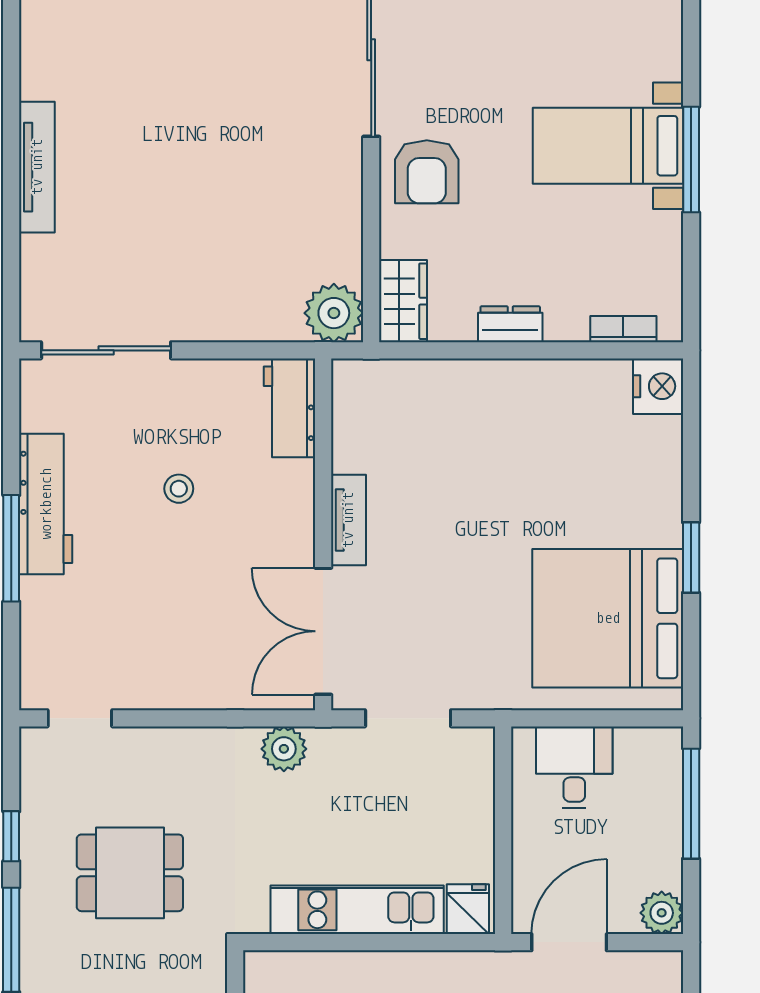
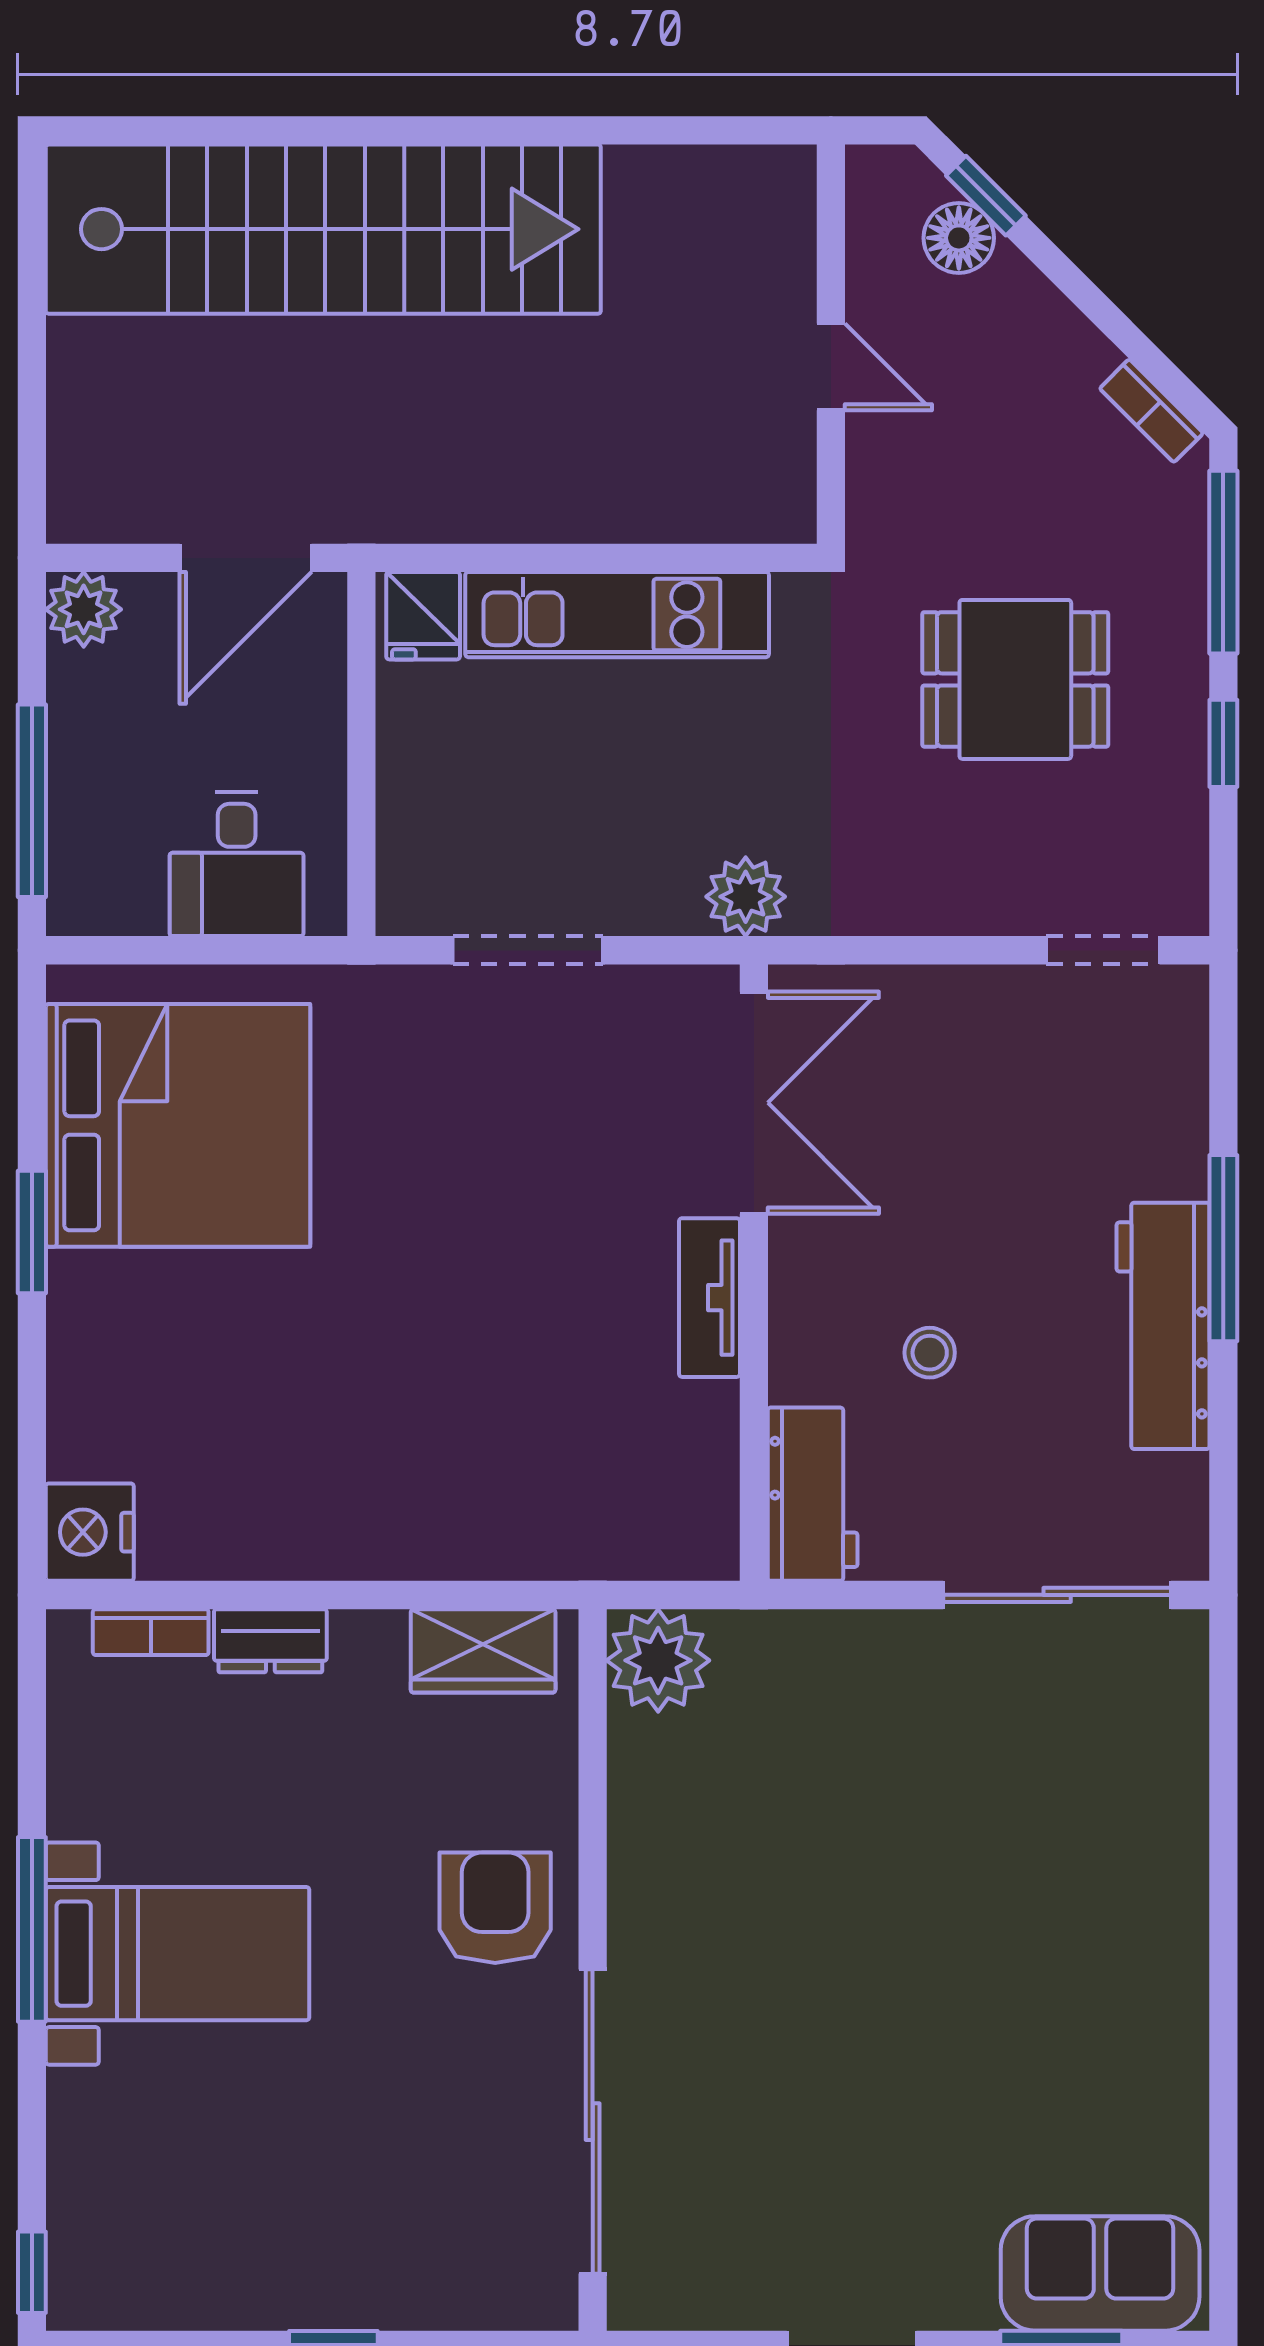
tv unit: (37, 167) -> (1178, 1916), removed
wardrobe: (403, 301) -> (483, 1651), moved, turned -90
dresser: (510, 324) -> (270, 1641), moved
workbench: (290, 408) -> (813, 1494), moved
tv unit: (348, 520) -> (709, 1298), moved
wall: (323, 534) -> (754, 1273), moved
double door: (323, 631) -> (754, 1103), moved

